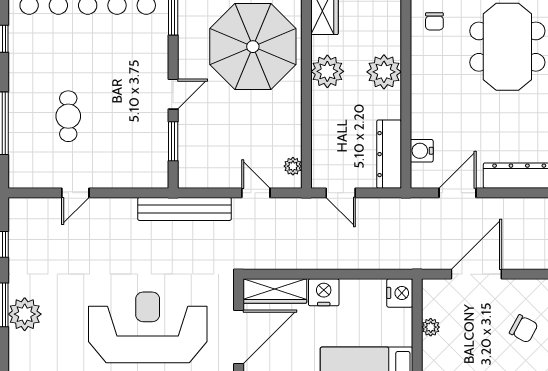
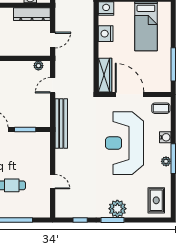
nightstand: (324, 292) -> (106, 34), moved

